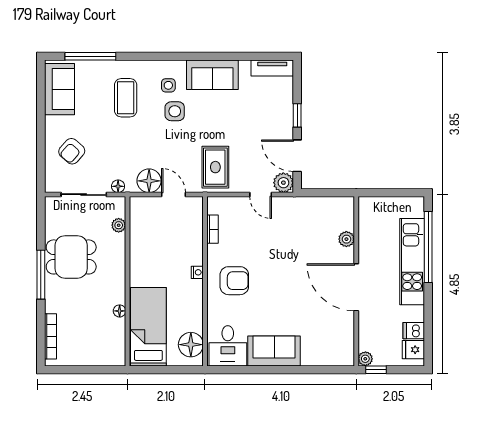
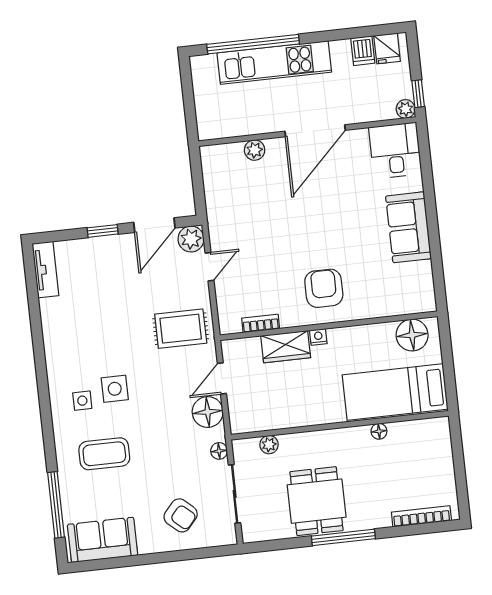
sofa: (212, 75) -> (63, 346), removed
wardrobe: (193, 246) -> (286, 347), added
desk: (228, 346) -> (395, 151), moved, turned -90

